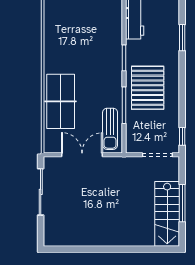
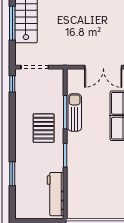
pallet: (148, 88) -> (44, 128), width x0.73, depth x0.71
sun lounger: (110, 129) -> (75, 113), moved

